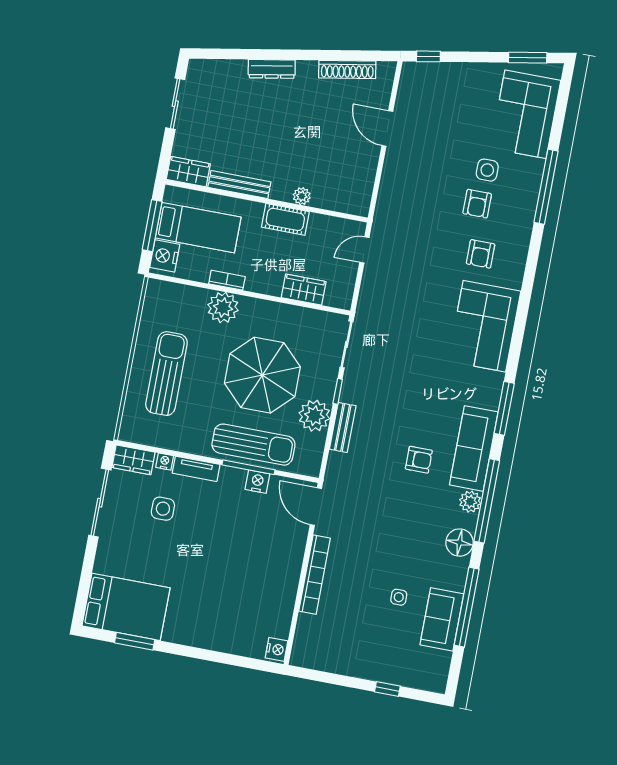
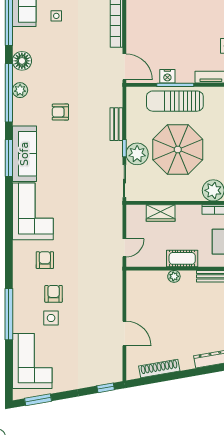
plant: (314, 416) -> (137, 154), moved
sofa: (474, 448) -> (24, 154), moved

